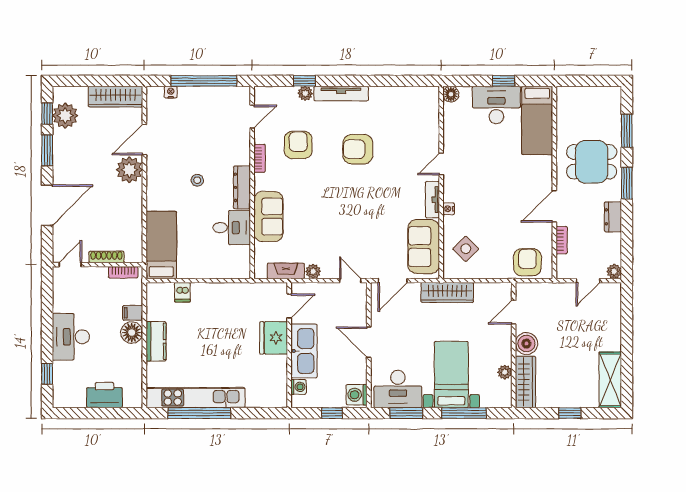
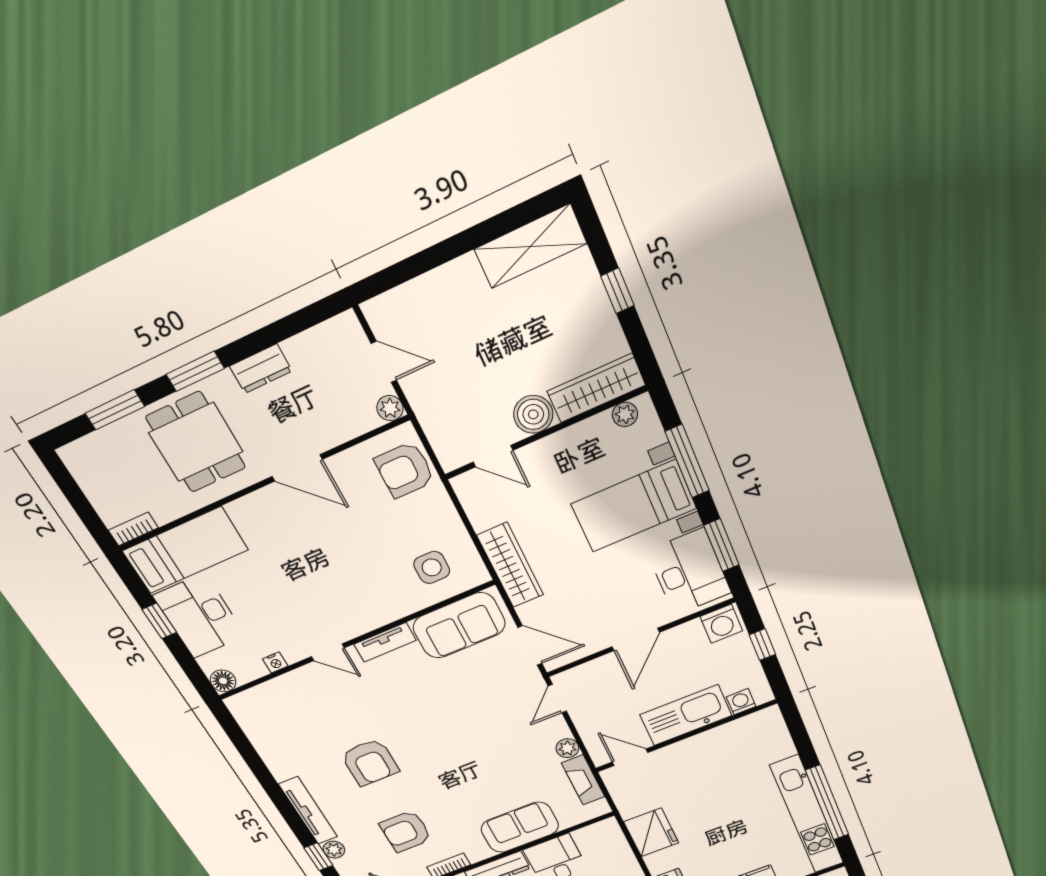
nightstand: (449, 209) -> (275, 662), moved
bookcase: (562, 240) -> (133, 529), moved
side table: (466, 249) -> (432, 567), turned 45
plant: (614, 271) -> (390, 408), moved
fridge: (274, 338) -> (651, 832), moved, turned -90
plant: (505, 372) -> (625, 414), moved

